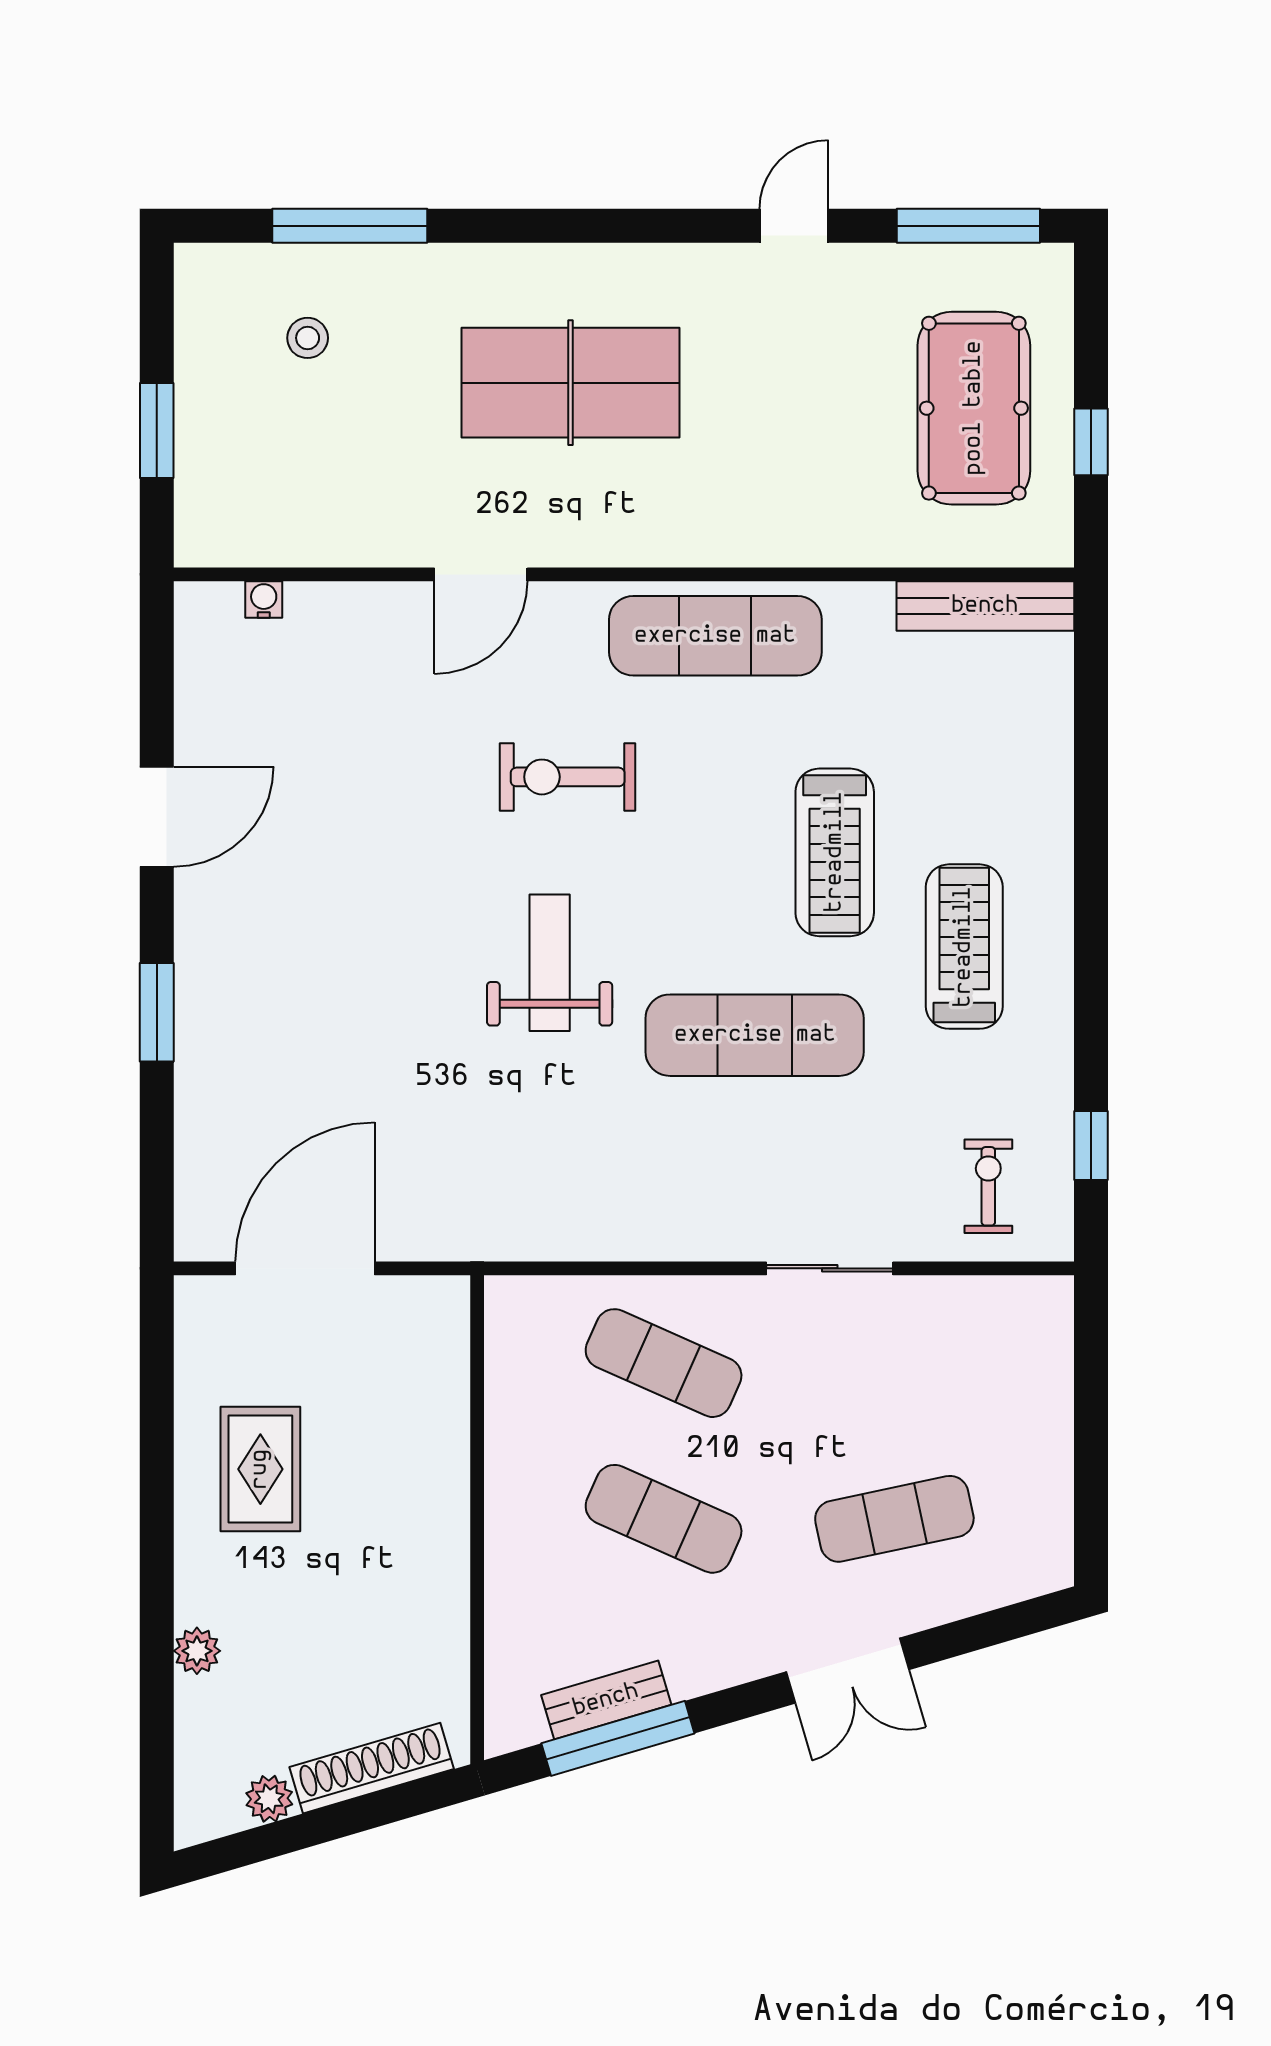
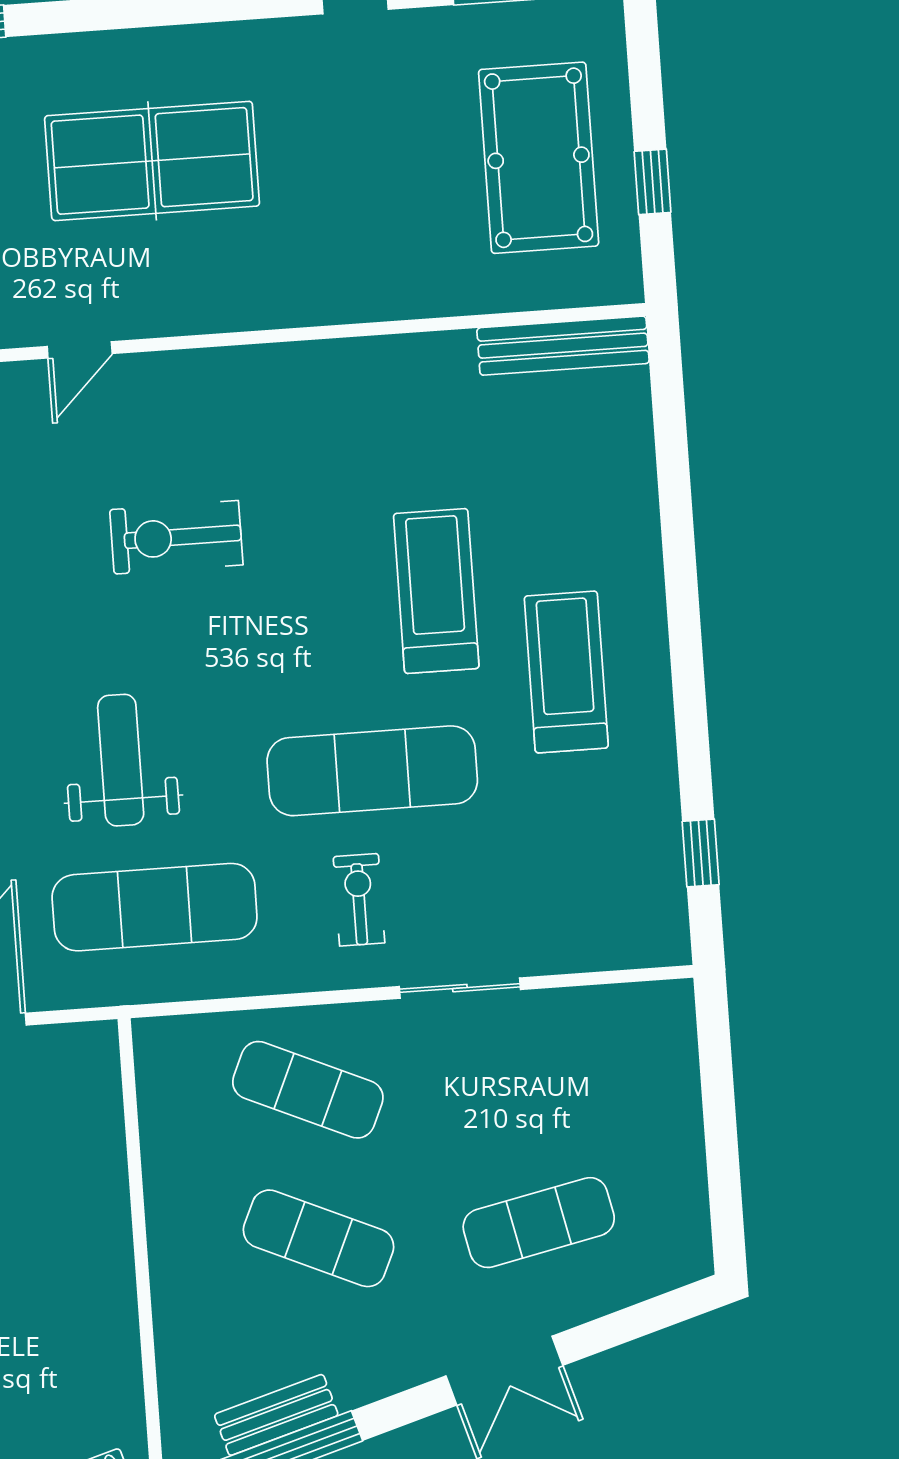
door: (481, 574) -> (80, 350), width x0.73
exercise mat: (715, 636) -> (155, 907), moved
treadmill: (835, 852) -> (436, 591), turned 180
weight bench: (550, 963) -> (121, 760), moved
exercise bike: (988, 1186) -> (359, 900), moved

